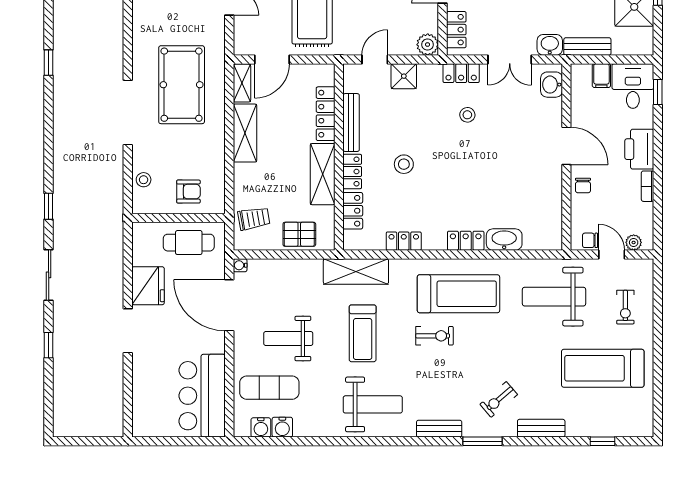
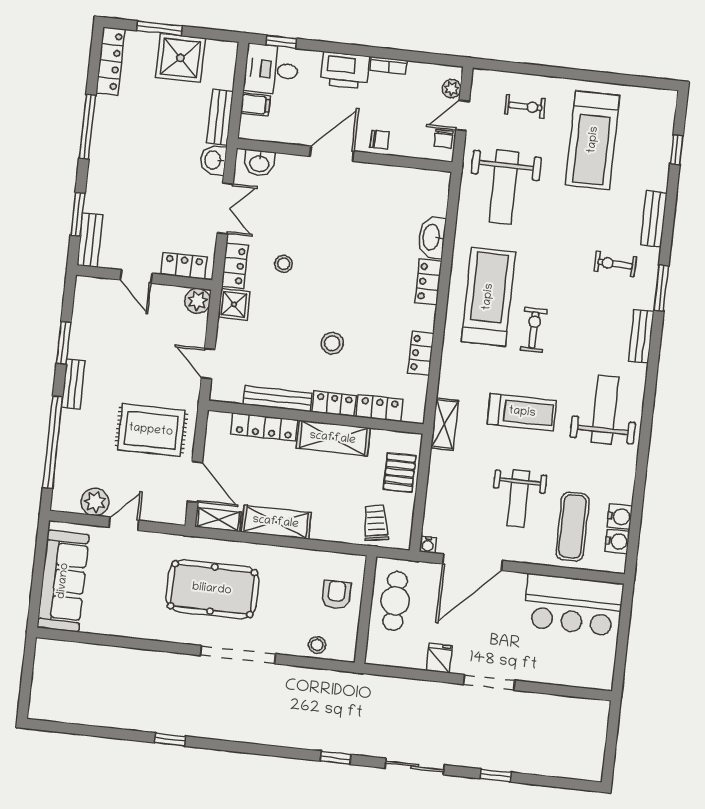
shower: (404, 76) -> (234, 304), moved
shelving: (356, 271) -> (445, 424), width x0.67, depth x0.75
fridge: (148, 286) -> (439, 658), width x0.53, depth x0.75
exercise bike: (499, 399) -> (615, 264), turned 133

